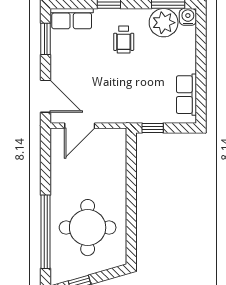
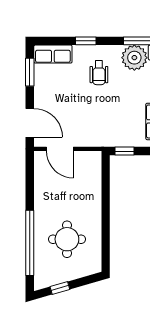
door: (80, 126) -> (60, 149), hinge flipped
round table: (88, 228) -> (67, 239), width x0.73, depth x0.73

